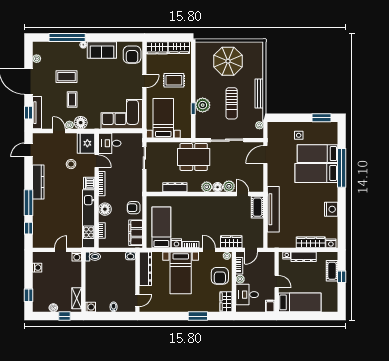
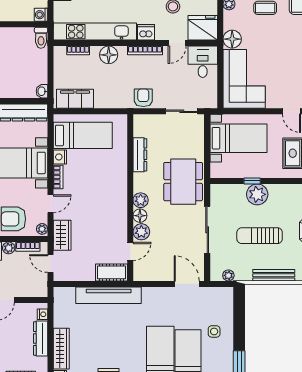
floor lamp: (81, 123) -> (232, 39), moved
armchair: (134, 208) -> (143, 98), moved

